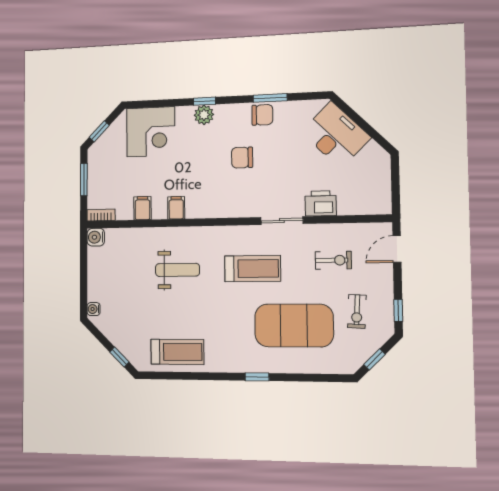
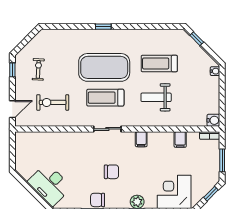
printer: (321, 203) -> (60, 140), removed
filing cabinet: (176, 208) -> (141, 139), moved
sliding door: (282, 221) -> (107, 129), moved
exercise bike: (333, 260) -> (53, 102), width x1.38, depth x1.39
exercise mat: (294, 325) -> (104, 67), moved
treadmill: (177, 352) -> (159, 63), moved
window: (374, 359) -> (28, 39), removed

